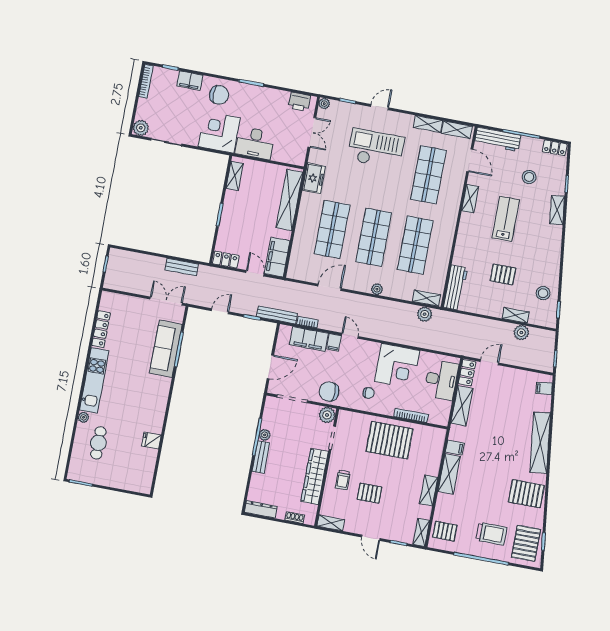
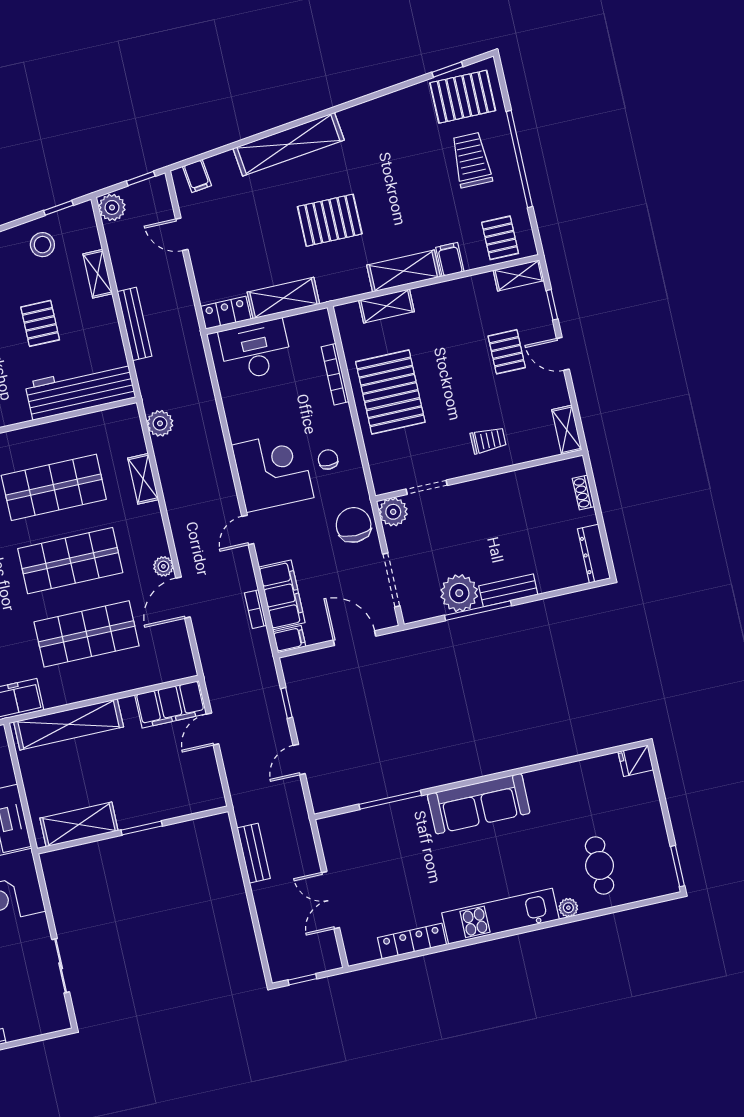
plant: (141, 128) -> (55, 1018), removed
shelving: (235, 176) -> (79, 824), width x1.50, depth x1.33
locker: (226, 260) -> (211, 786), removed
door: (329, 287) -> (183, 598), hinge flipped
workbench: (455, 288) -> (80, 390), width x1.36, depth x1.32
plant: (377, 289) -> (163, 566), moved
shelving: (426, 298) -> (143, 479), moved
double door: (166, 301) -> (331, 900), moved
door: (220, 311) -> (299, 759), hinge flipped
bench: (277, 315) -> (135, 324), moved
plant: (521, 333) -> (112, 207), moved
filing cabinet: (334, 342) -> (289, 639), moved
sofa: (166, 349) -> (479, 804), moved
door: (489, 362) -> (182, 234), moved
corner desk: (397, 366) -> (273, 471), moved
chair: (329, 392) -> (354, 525), turned 180
plant: (265, 435) -> (459, 593), width x1.88, depth x1.88
fridge: (151, 441) -> (636, 761), moved, turned 90
cafe table: (98, 443) -> (600, 865), turned 90
filing cabinet: (455, 448) -> (450, 259), moved
wardrobe: (315, 476) -> (502, 489), removed
shelving: (429, 491) -> (387, 306), moved
pallet: (369, 493) -> (507, 352), moved
pallet: (526, 494) -> (330, 220), moved, turned 90
door: (371, 538) -> (563, 354), swing flipped

